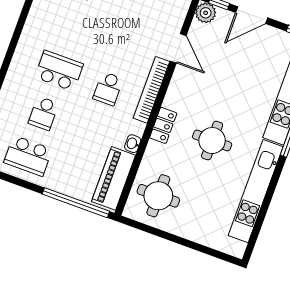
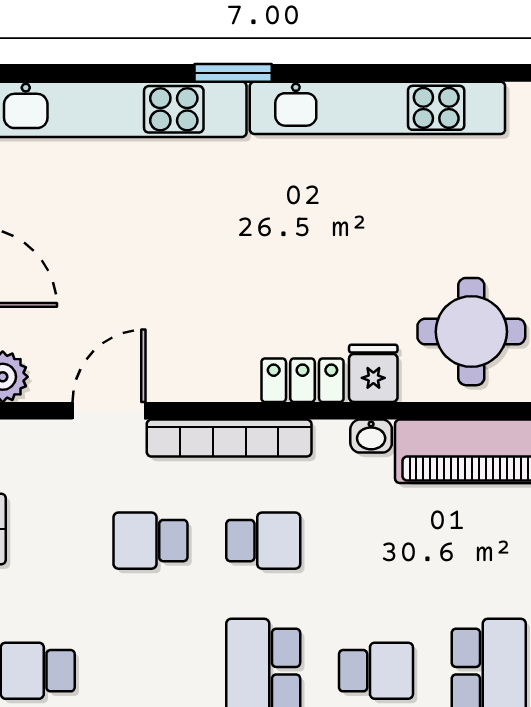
school desk: (124, 46) -> (150, 541), added
round table: (212, 141) -> (296, 253), removed
fridge: (156, 153) -> (373, 373), added

